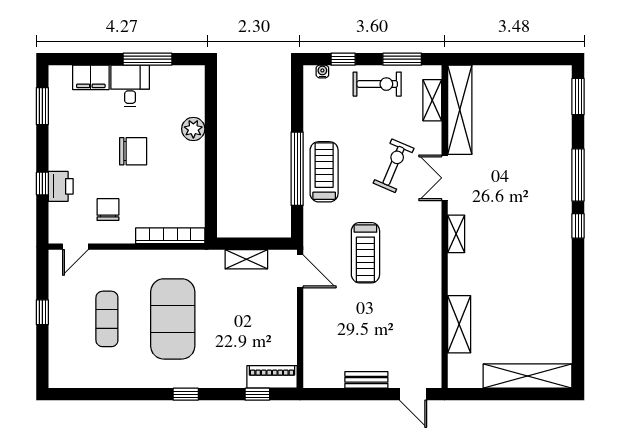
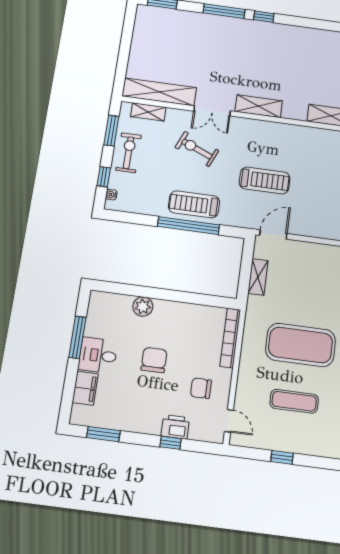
shelving: (456, 234) -> (259, 106), width x1.50, depth x1.33

